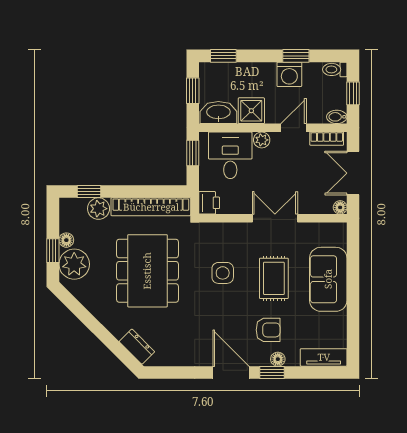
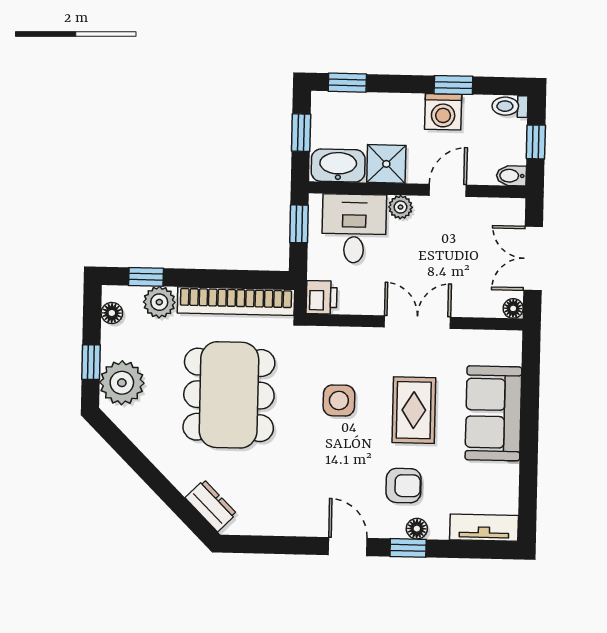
bookcase: (327, 139) -> (496, 207), removed
floor lamp: (66, 240) -> (112, 313), moved
door: (231, 372) -> (348, 547), width x0.73

